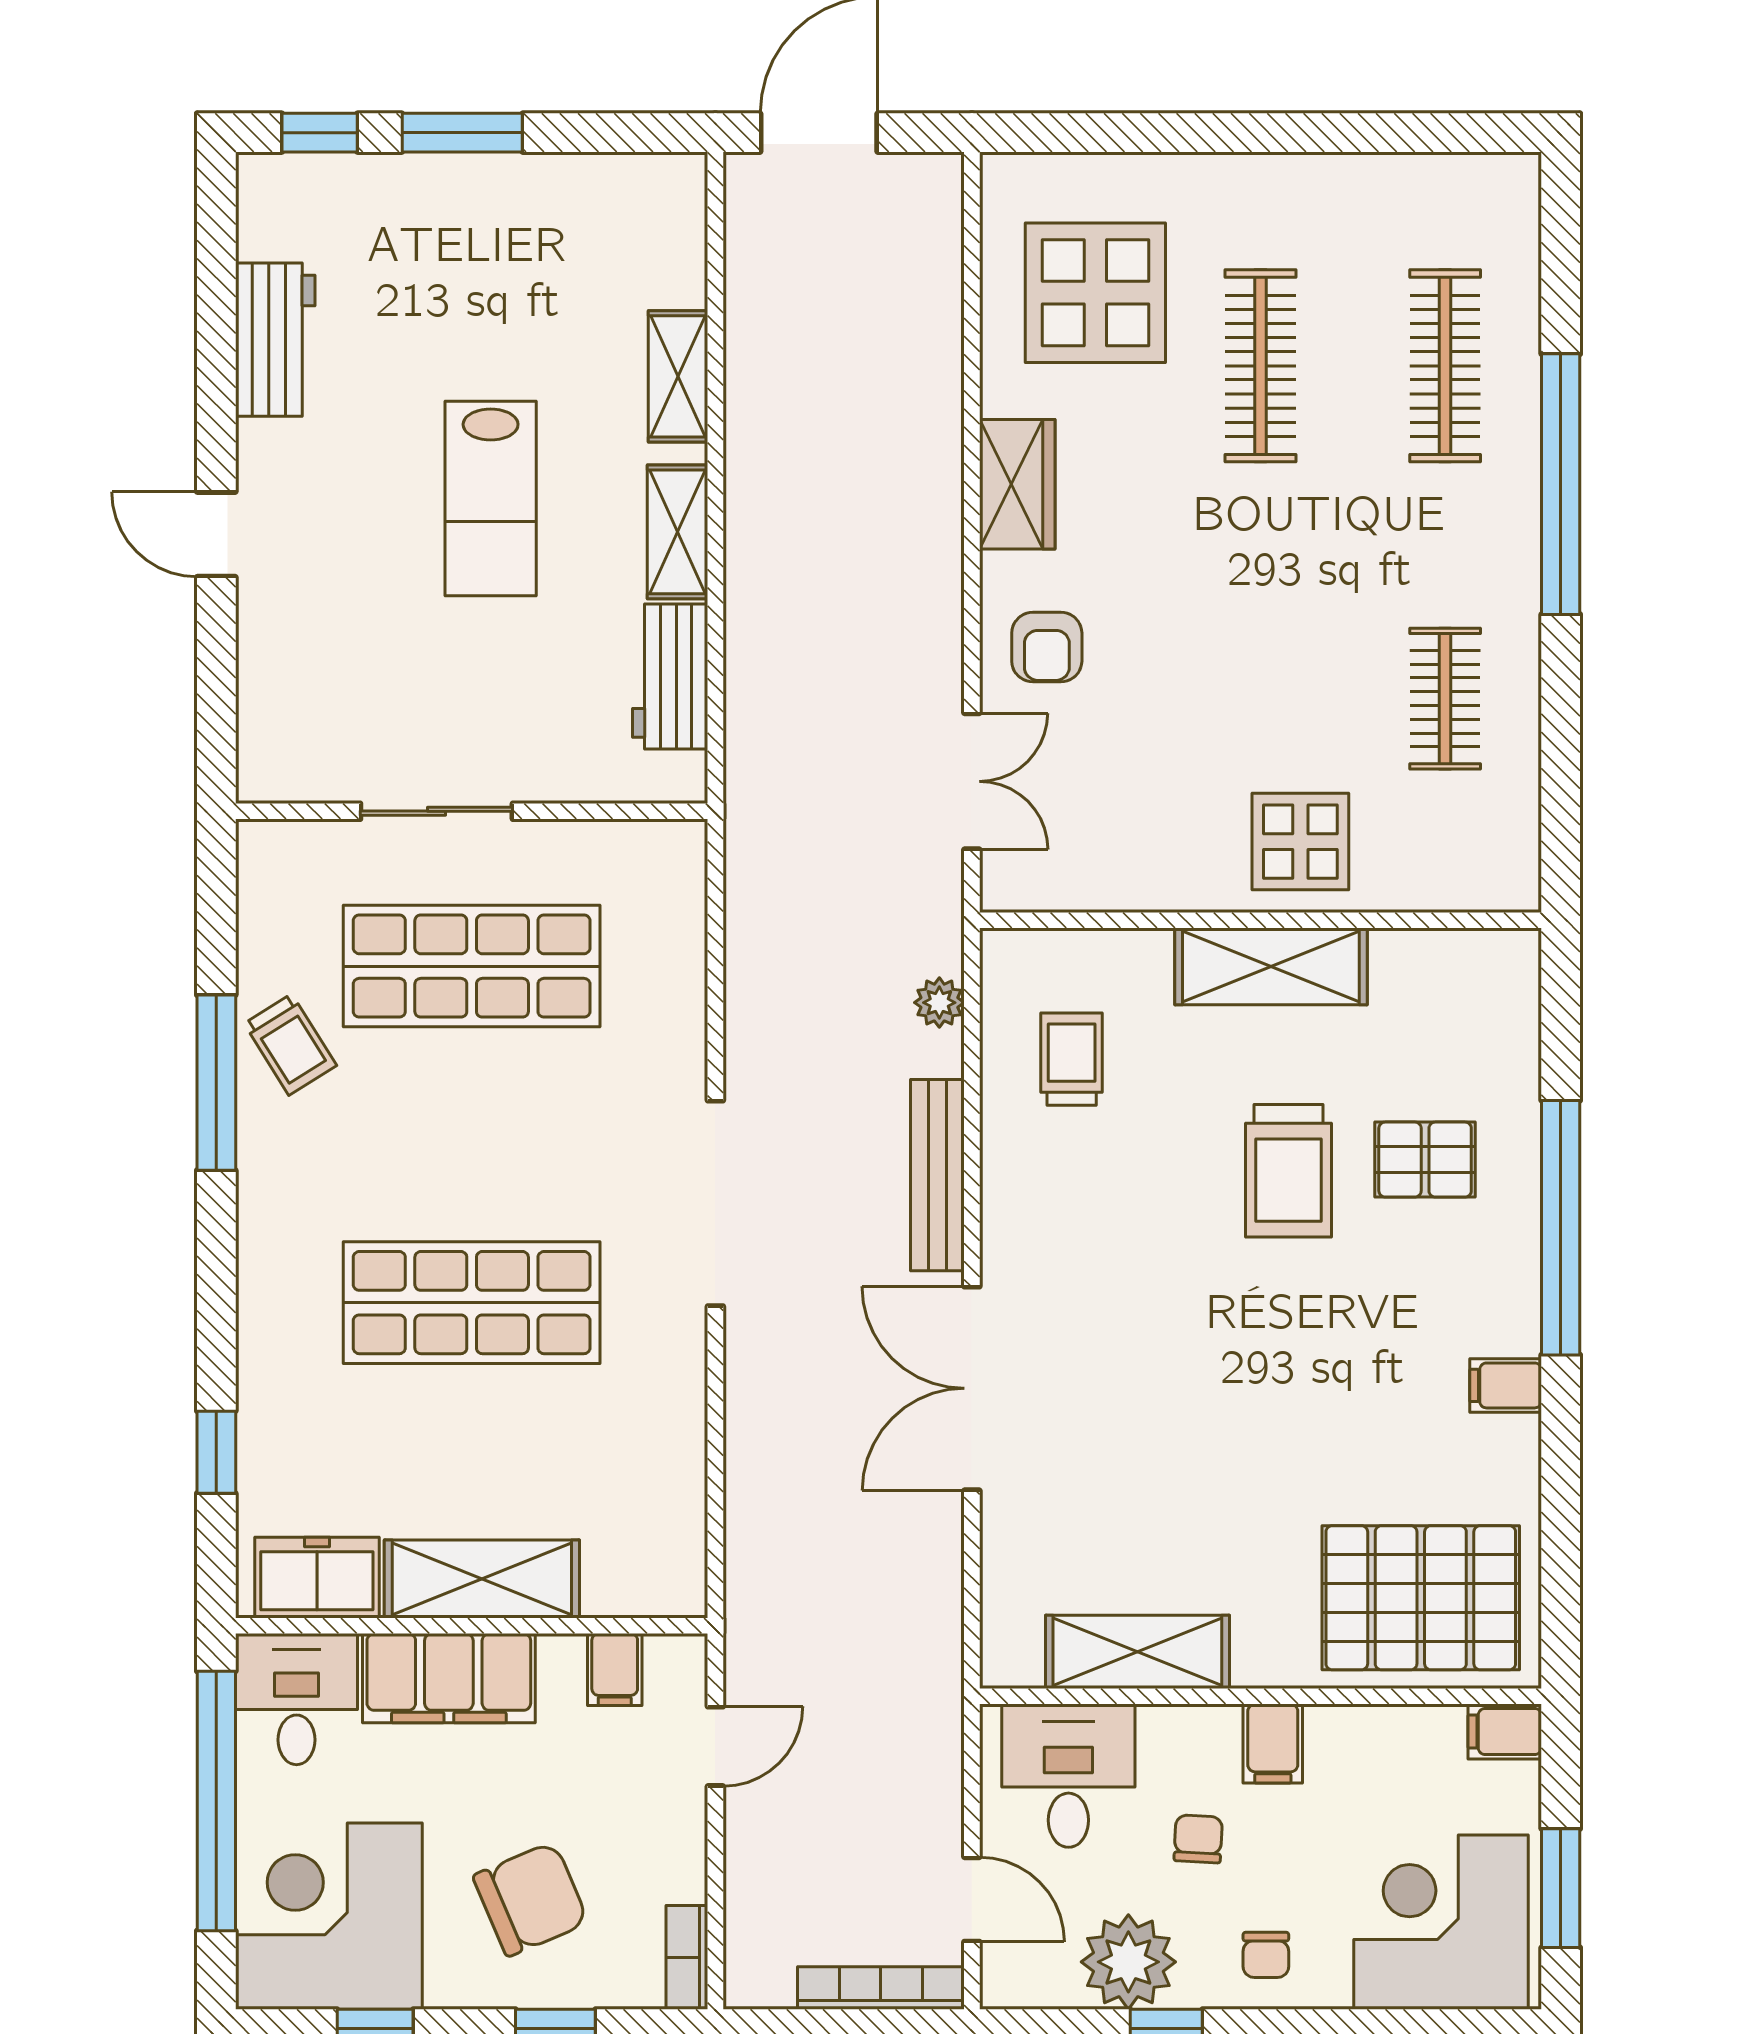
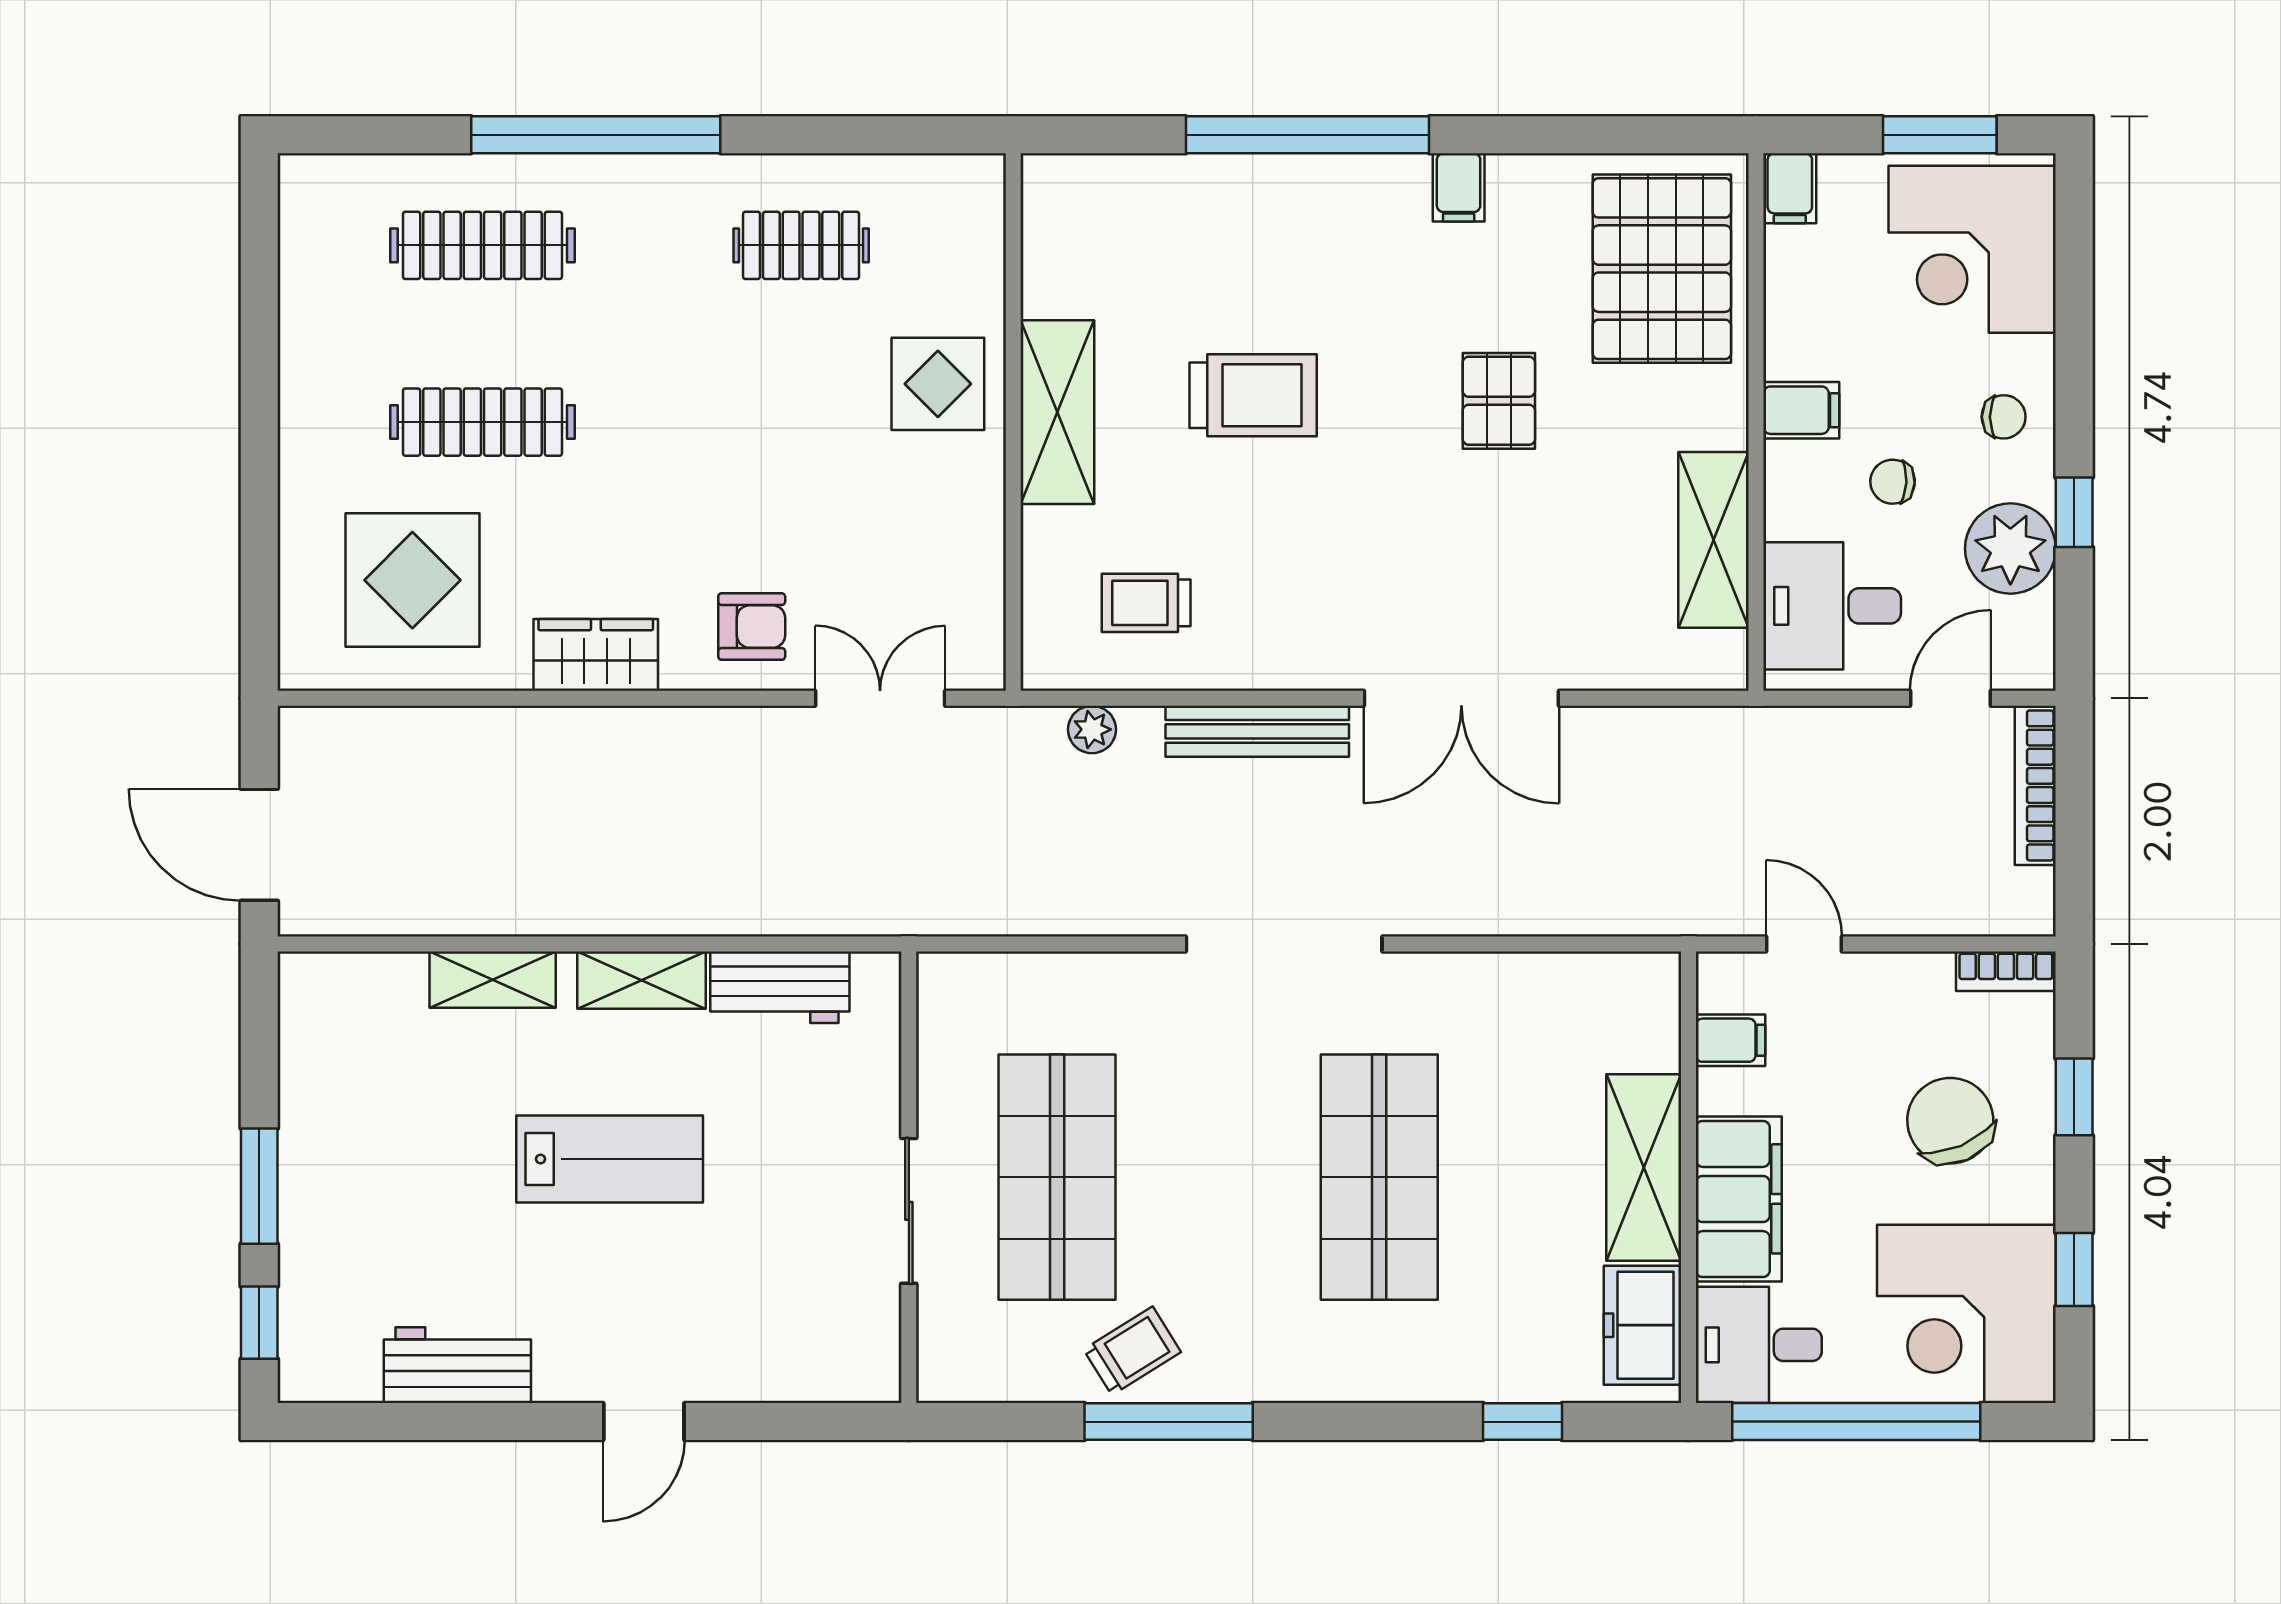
pallet: (1425, 1160) -> (1499, 401), moved

